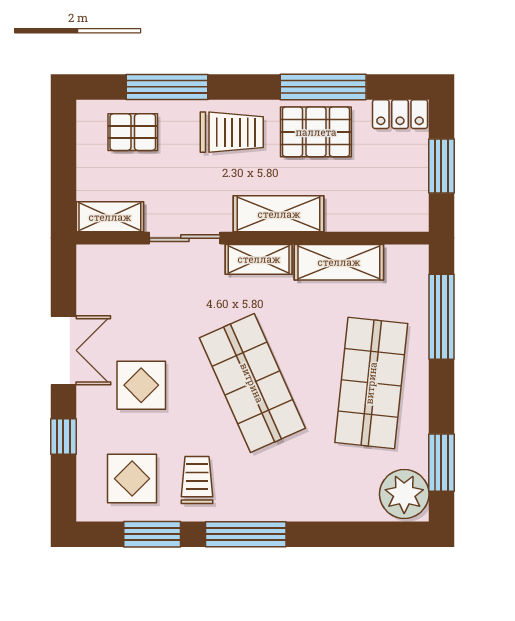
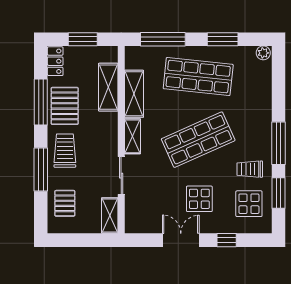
window: (167, 87) -> (41, 170), moved
shelving: (279, 214) -> (108, 87), moved
window: (441, 463) -> (223, 39), moved
plant: (404, 494) -> (263, 53), width x0.53, depth x0.53

